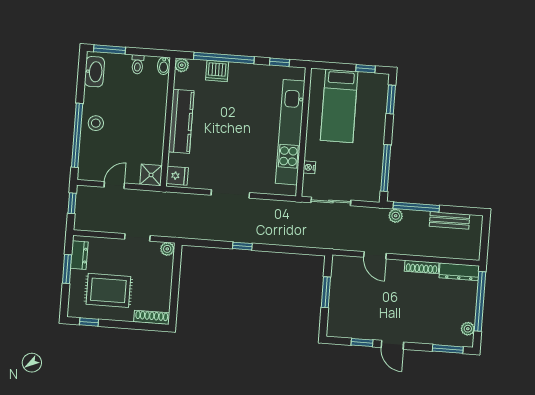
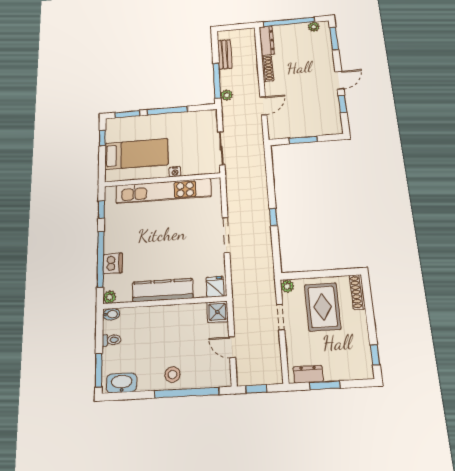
nightstand: (309, 167) -> (175, 172), moved
window: (386, 168) -> (167, 111), moved
rug: (108, 290) -> (323, 307), moved

